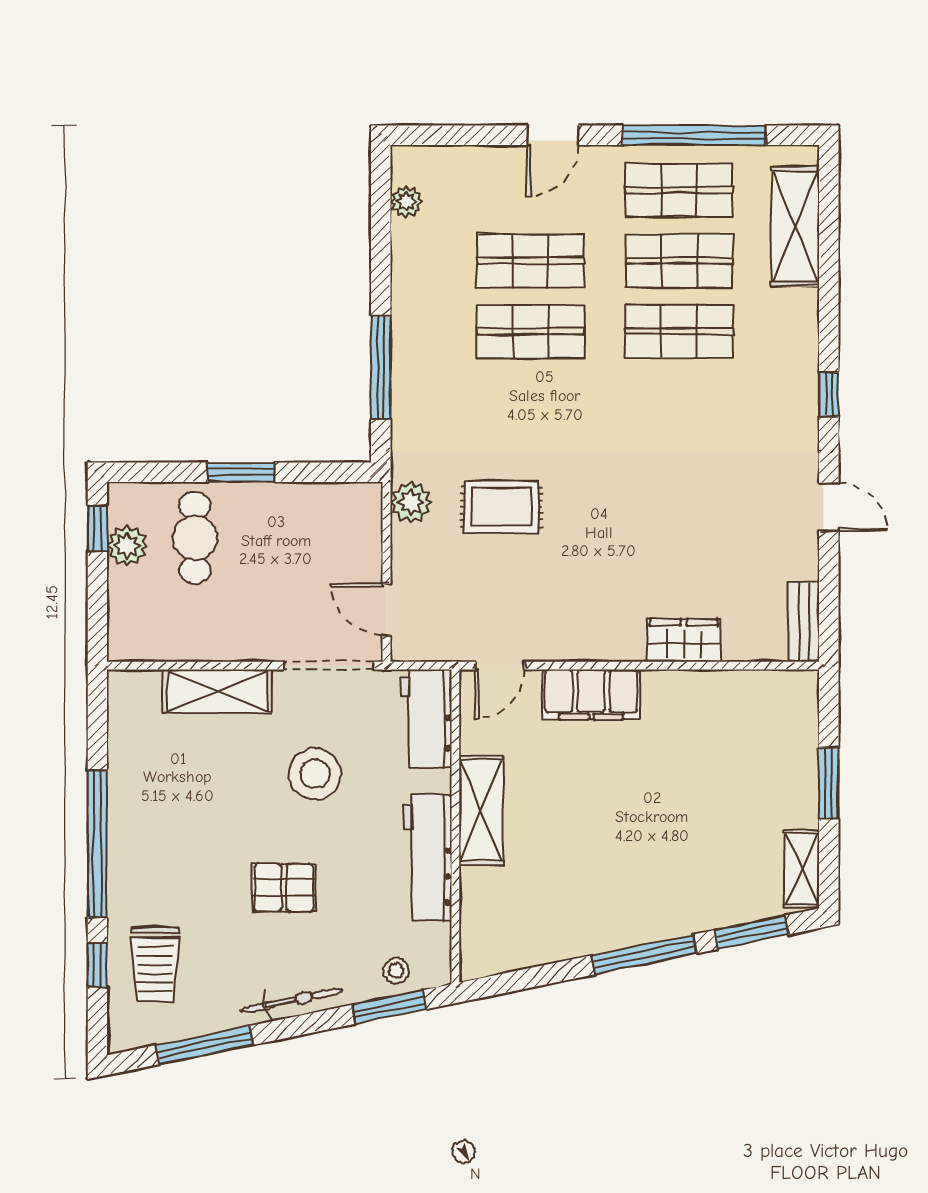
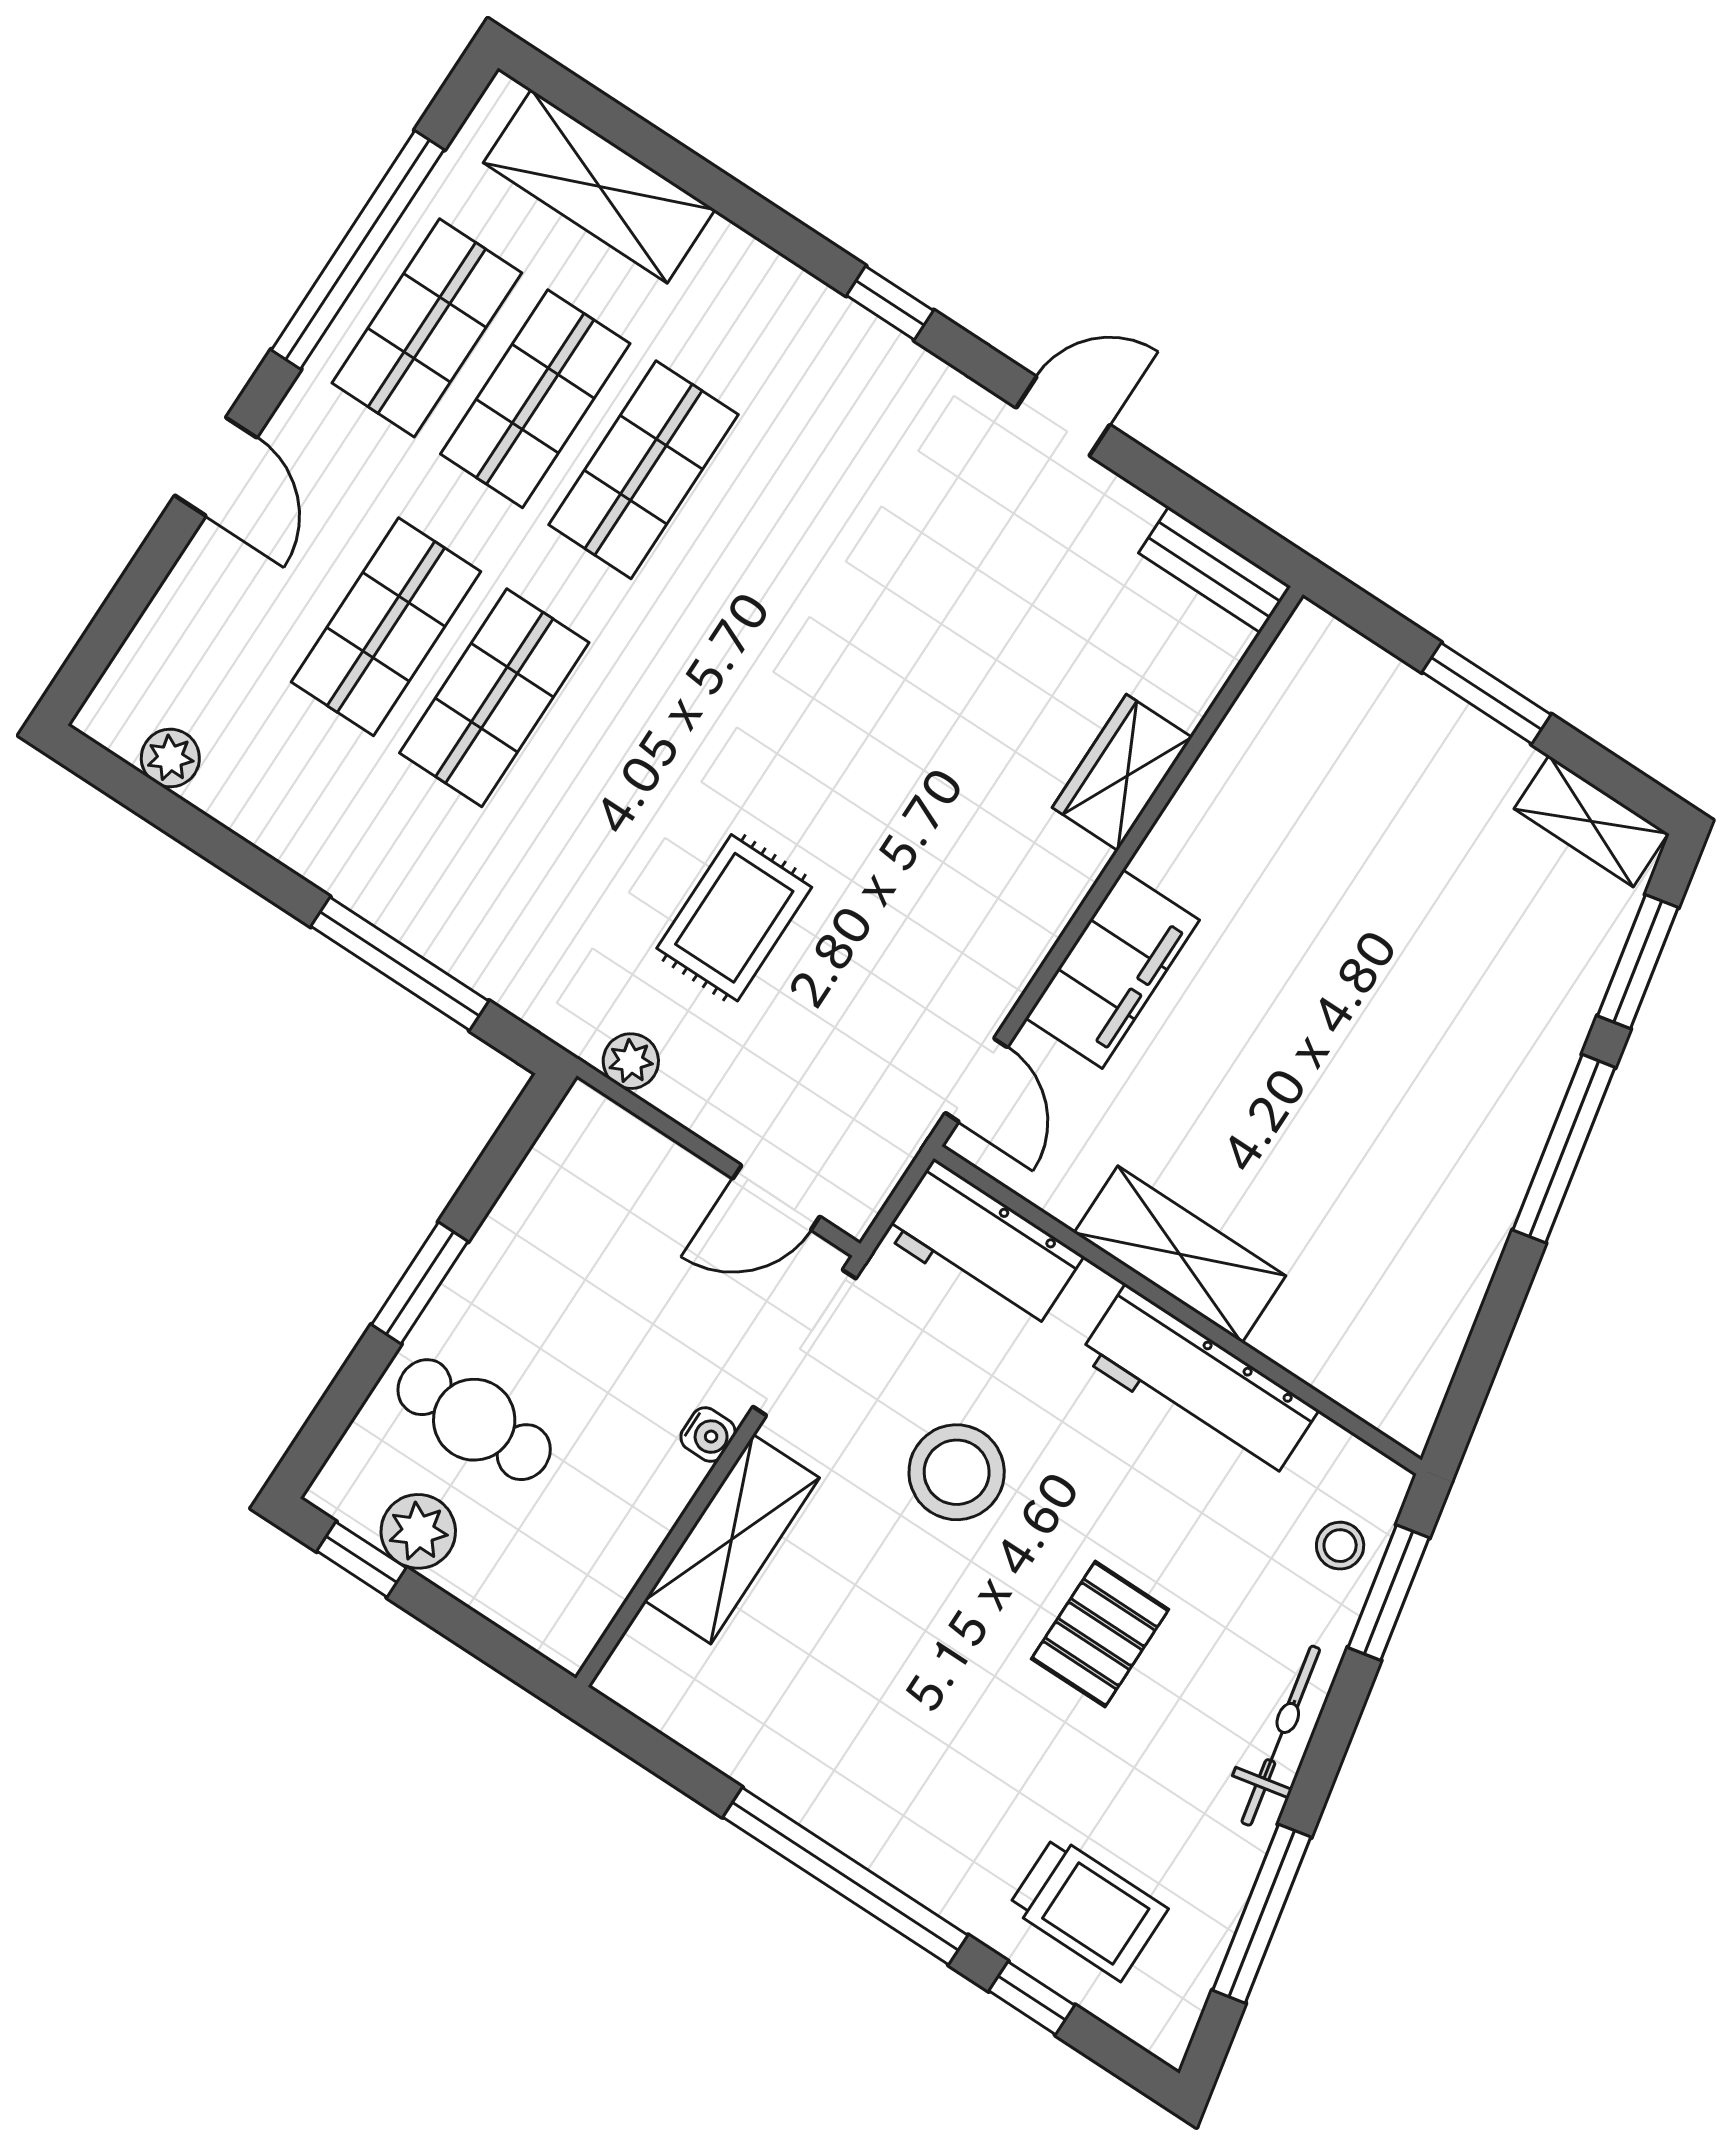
plant: (411, 502) -> (631, 1061), width x0.73, depth x0.73
water cooler: (258, 649) -> (708, 1435), added

